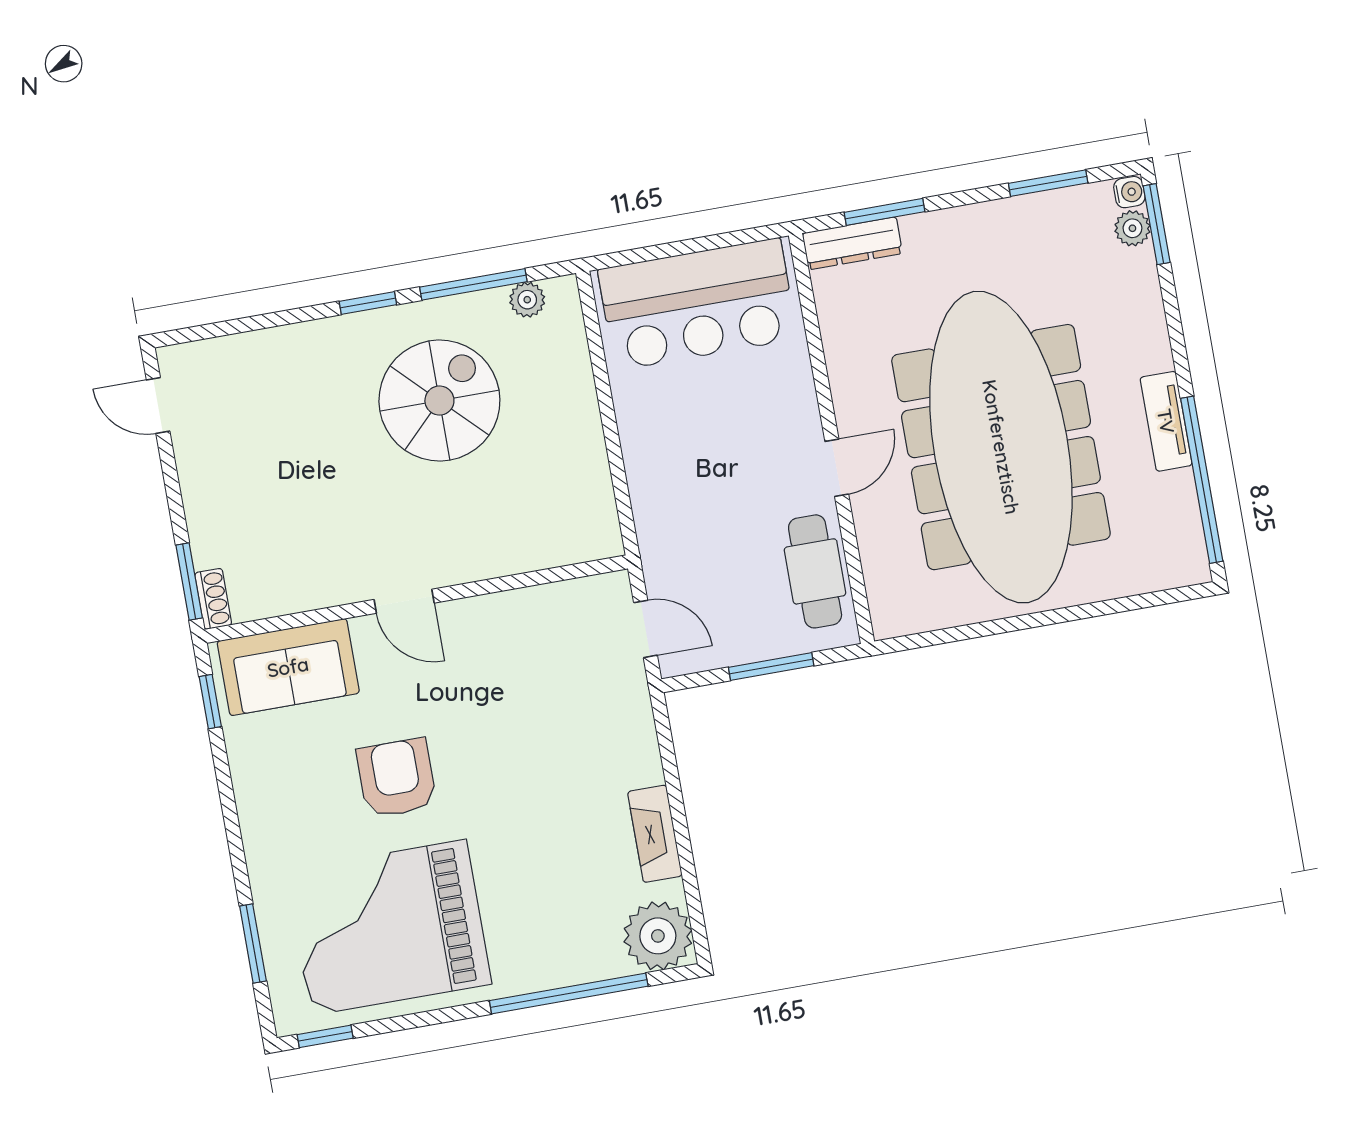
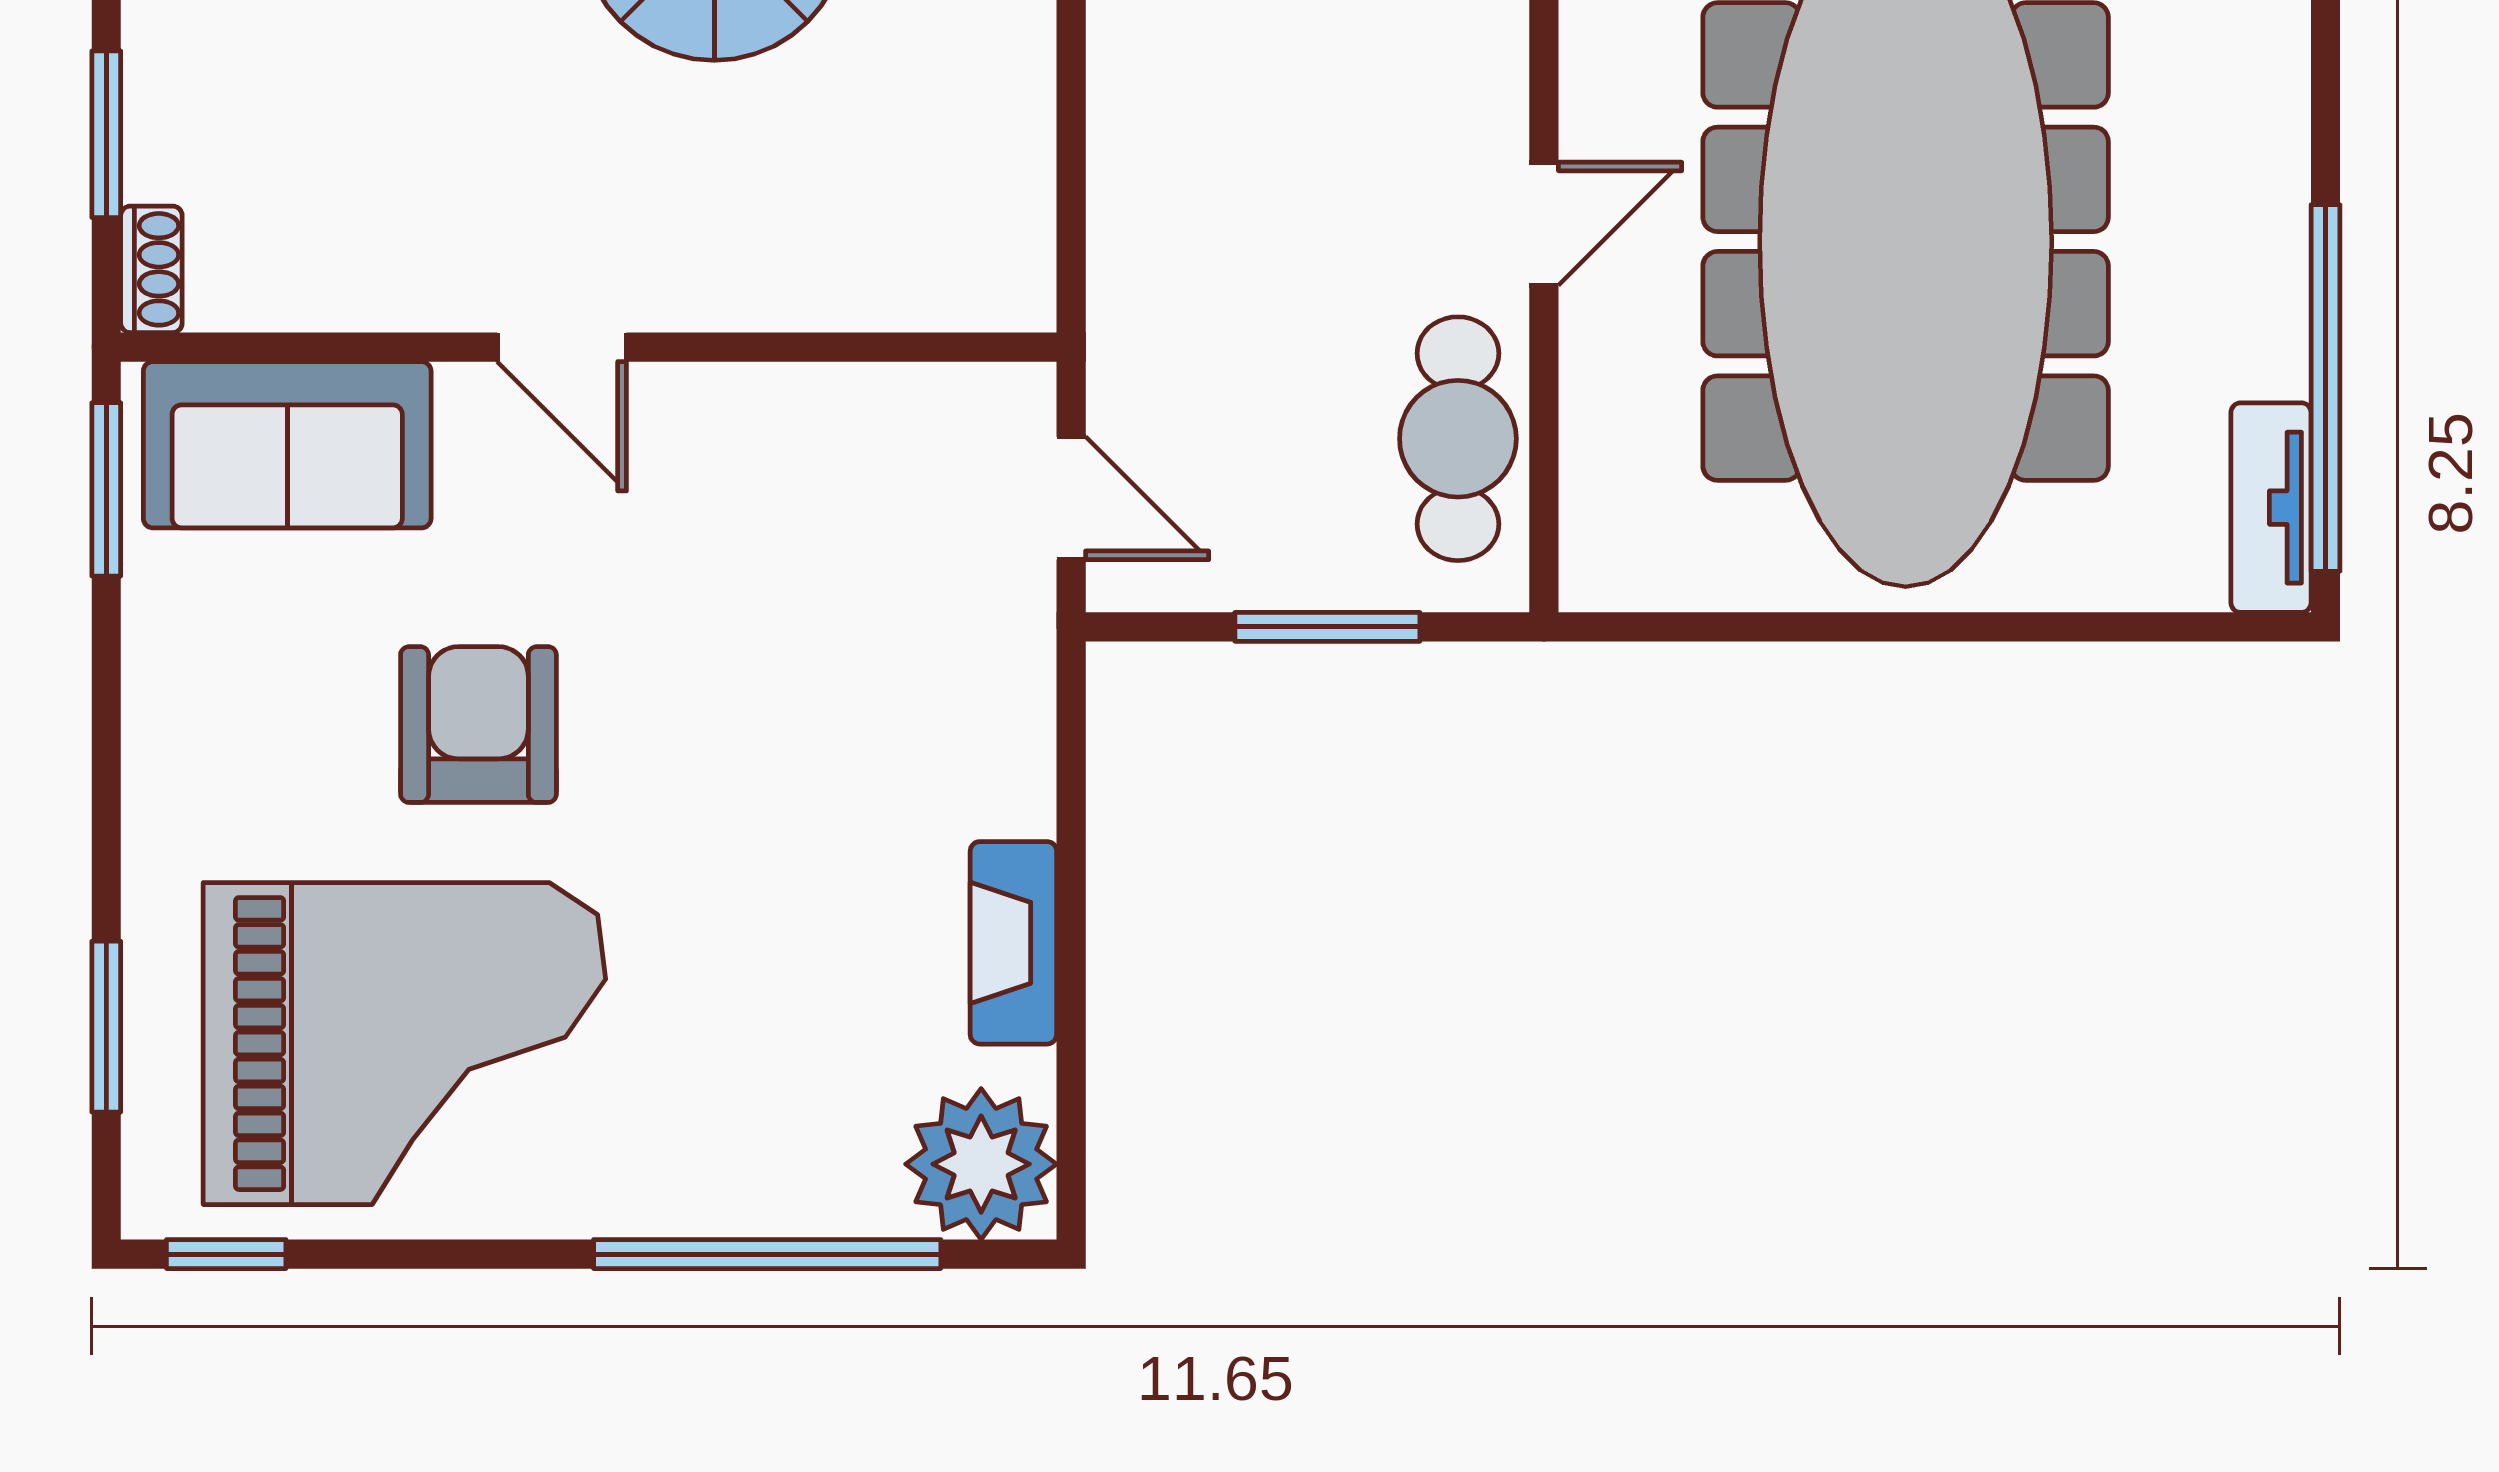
tv unit: (1166, 421) -> (2271, 508), moved
window: (189, 581) -> (106, 134), moved
window: (210, 702) -> (106, 489), width x1.50
grand piano: (389, 927) -> (404, 1044), turned 180

